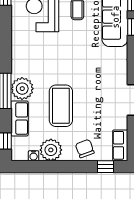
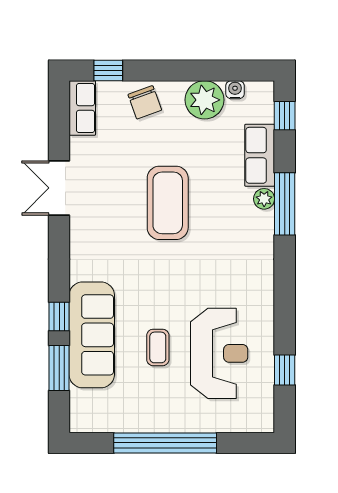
plant: (22, 89) -> (264, 199), width x0.53, depth x0.53
coffee table: (61, 106) -> (168, 203), moved

